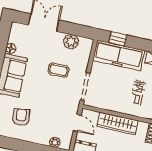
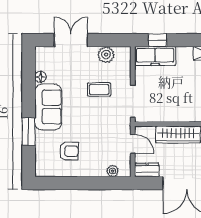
freezer: (119, 55) -> (155, 56), width x0.73, depth x0.79
armchair: (21, 117) -> (69, 151), turned 96

